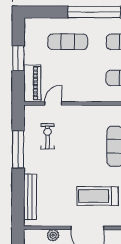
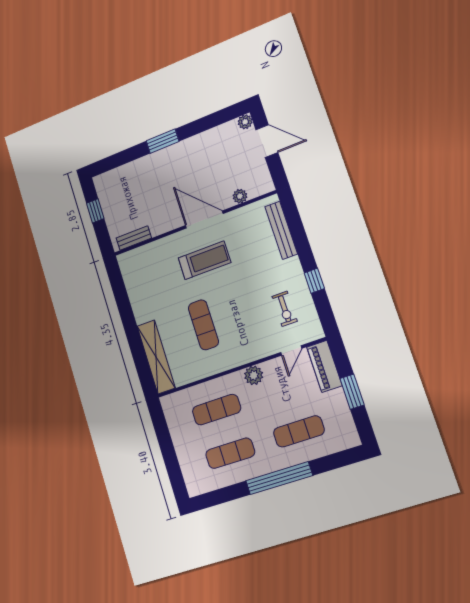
plant: (88, 94) -> (254, 375), added
window: (18, 149) -> (314, 281), width x0.46

